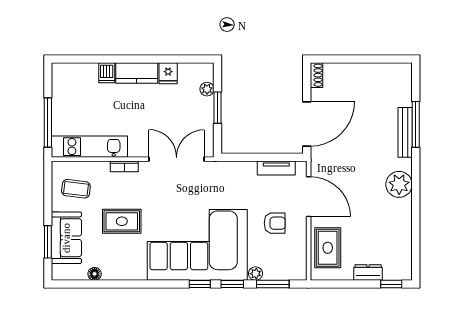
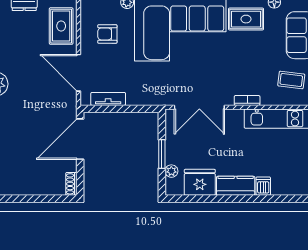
fridge: (168, 73) -> (200, 182), width x1.88, depth x1.34
rug: (122, 221) -> (246, 19), moved
armchair: (275, 223) -> (107, 34), moved

